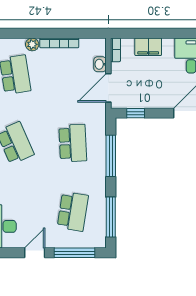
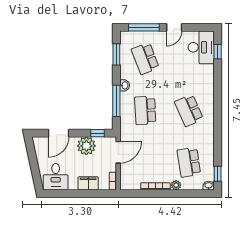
washbasin: (100, 64) -> (125, 85), moved
plant: (150, 96) -> (86, 146), added
school desk: (73, 211) -> (145, 59), turned -30
window: (111, 217) -> (116, 54), width x0.69

